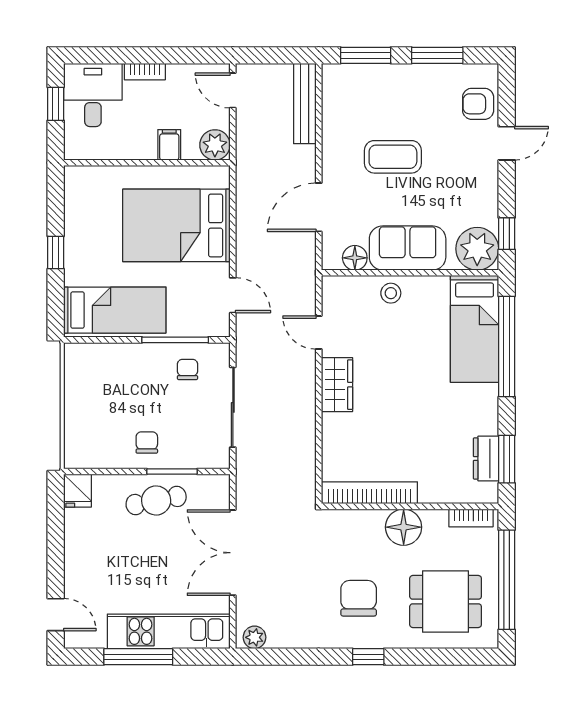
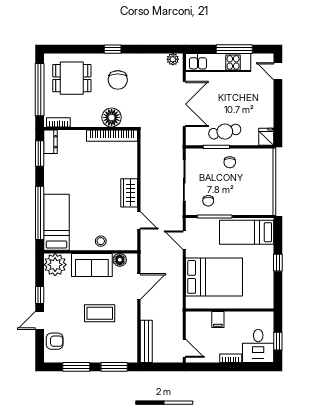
plant: (215, 145) -> (194, 319), removed
window: (507, 234) -> (40, 295), moved
dresser: (486, 459) -> (50, 142), moved
floor lamp: (404, 527) -> (112, 117), moved

